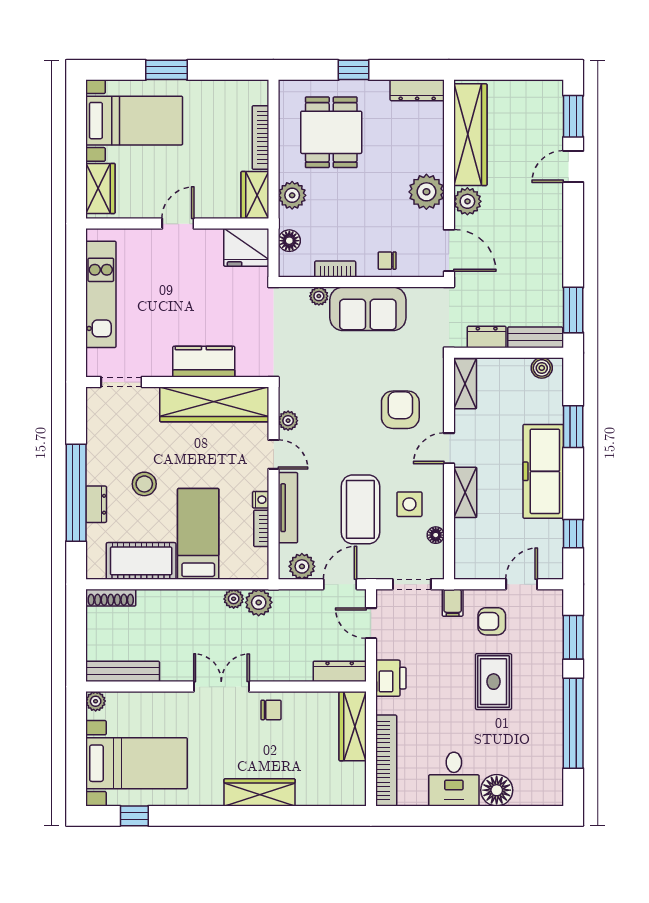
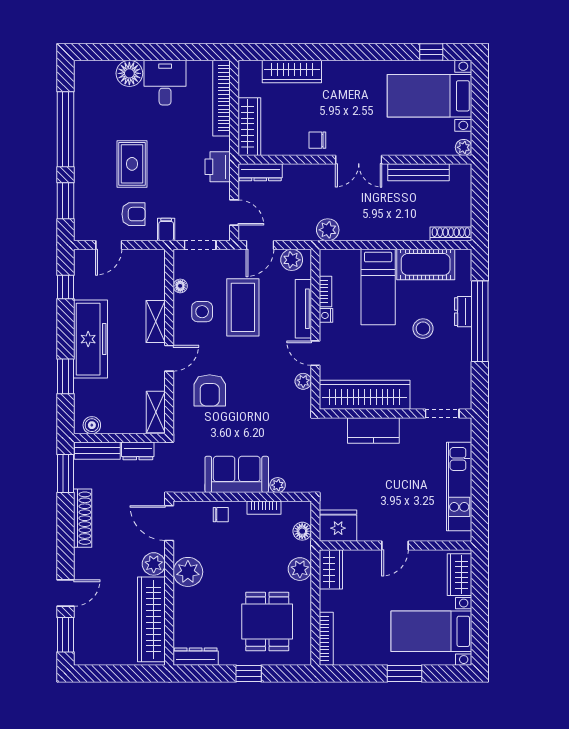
bookcase: (260, 137) -> (326, 639), moved
shoe rack: (553, 256) -> (83, 518), added
plant: (234, 599) -> (349, 233), removed
bench: (123, 671) -> (418, 172), moved
wardrobe: (260, 792) -> (292, 72), moved

